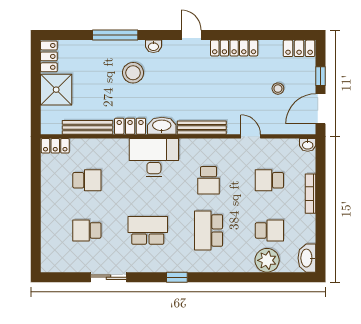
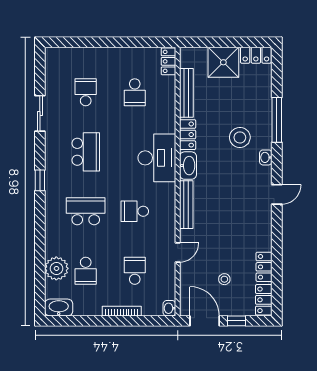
locker: (234, 48) -> (264, 267), moved, width x0.66

